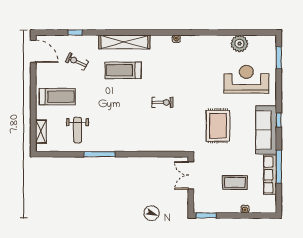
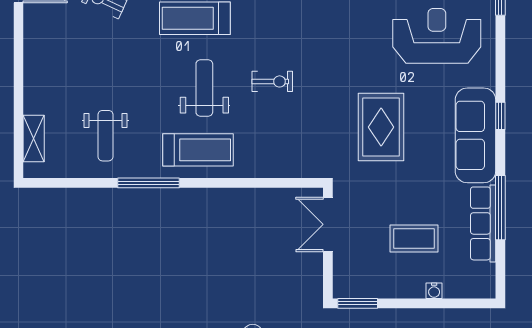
treadmill: (57, 97) -> (198, 150), moved
weight bench: (128, 106) -> (204, 88), added

